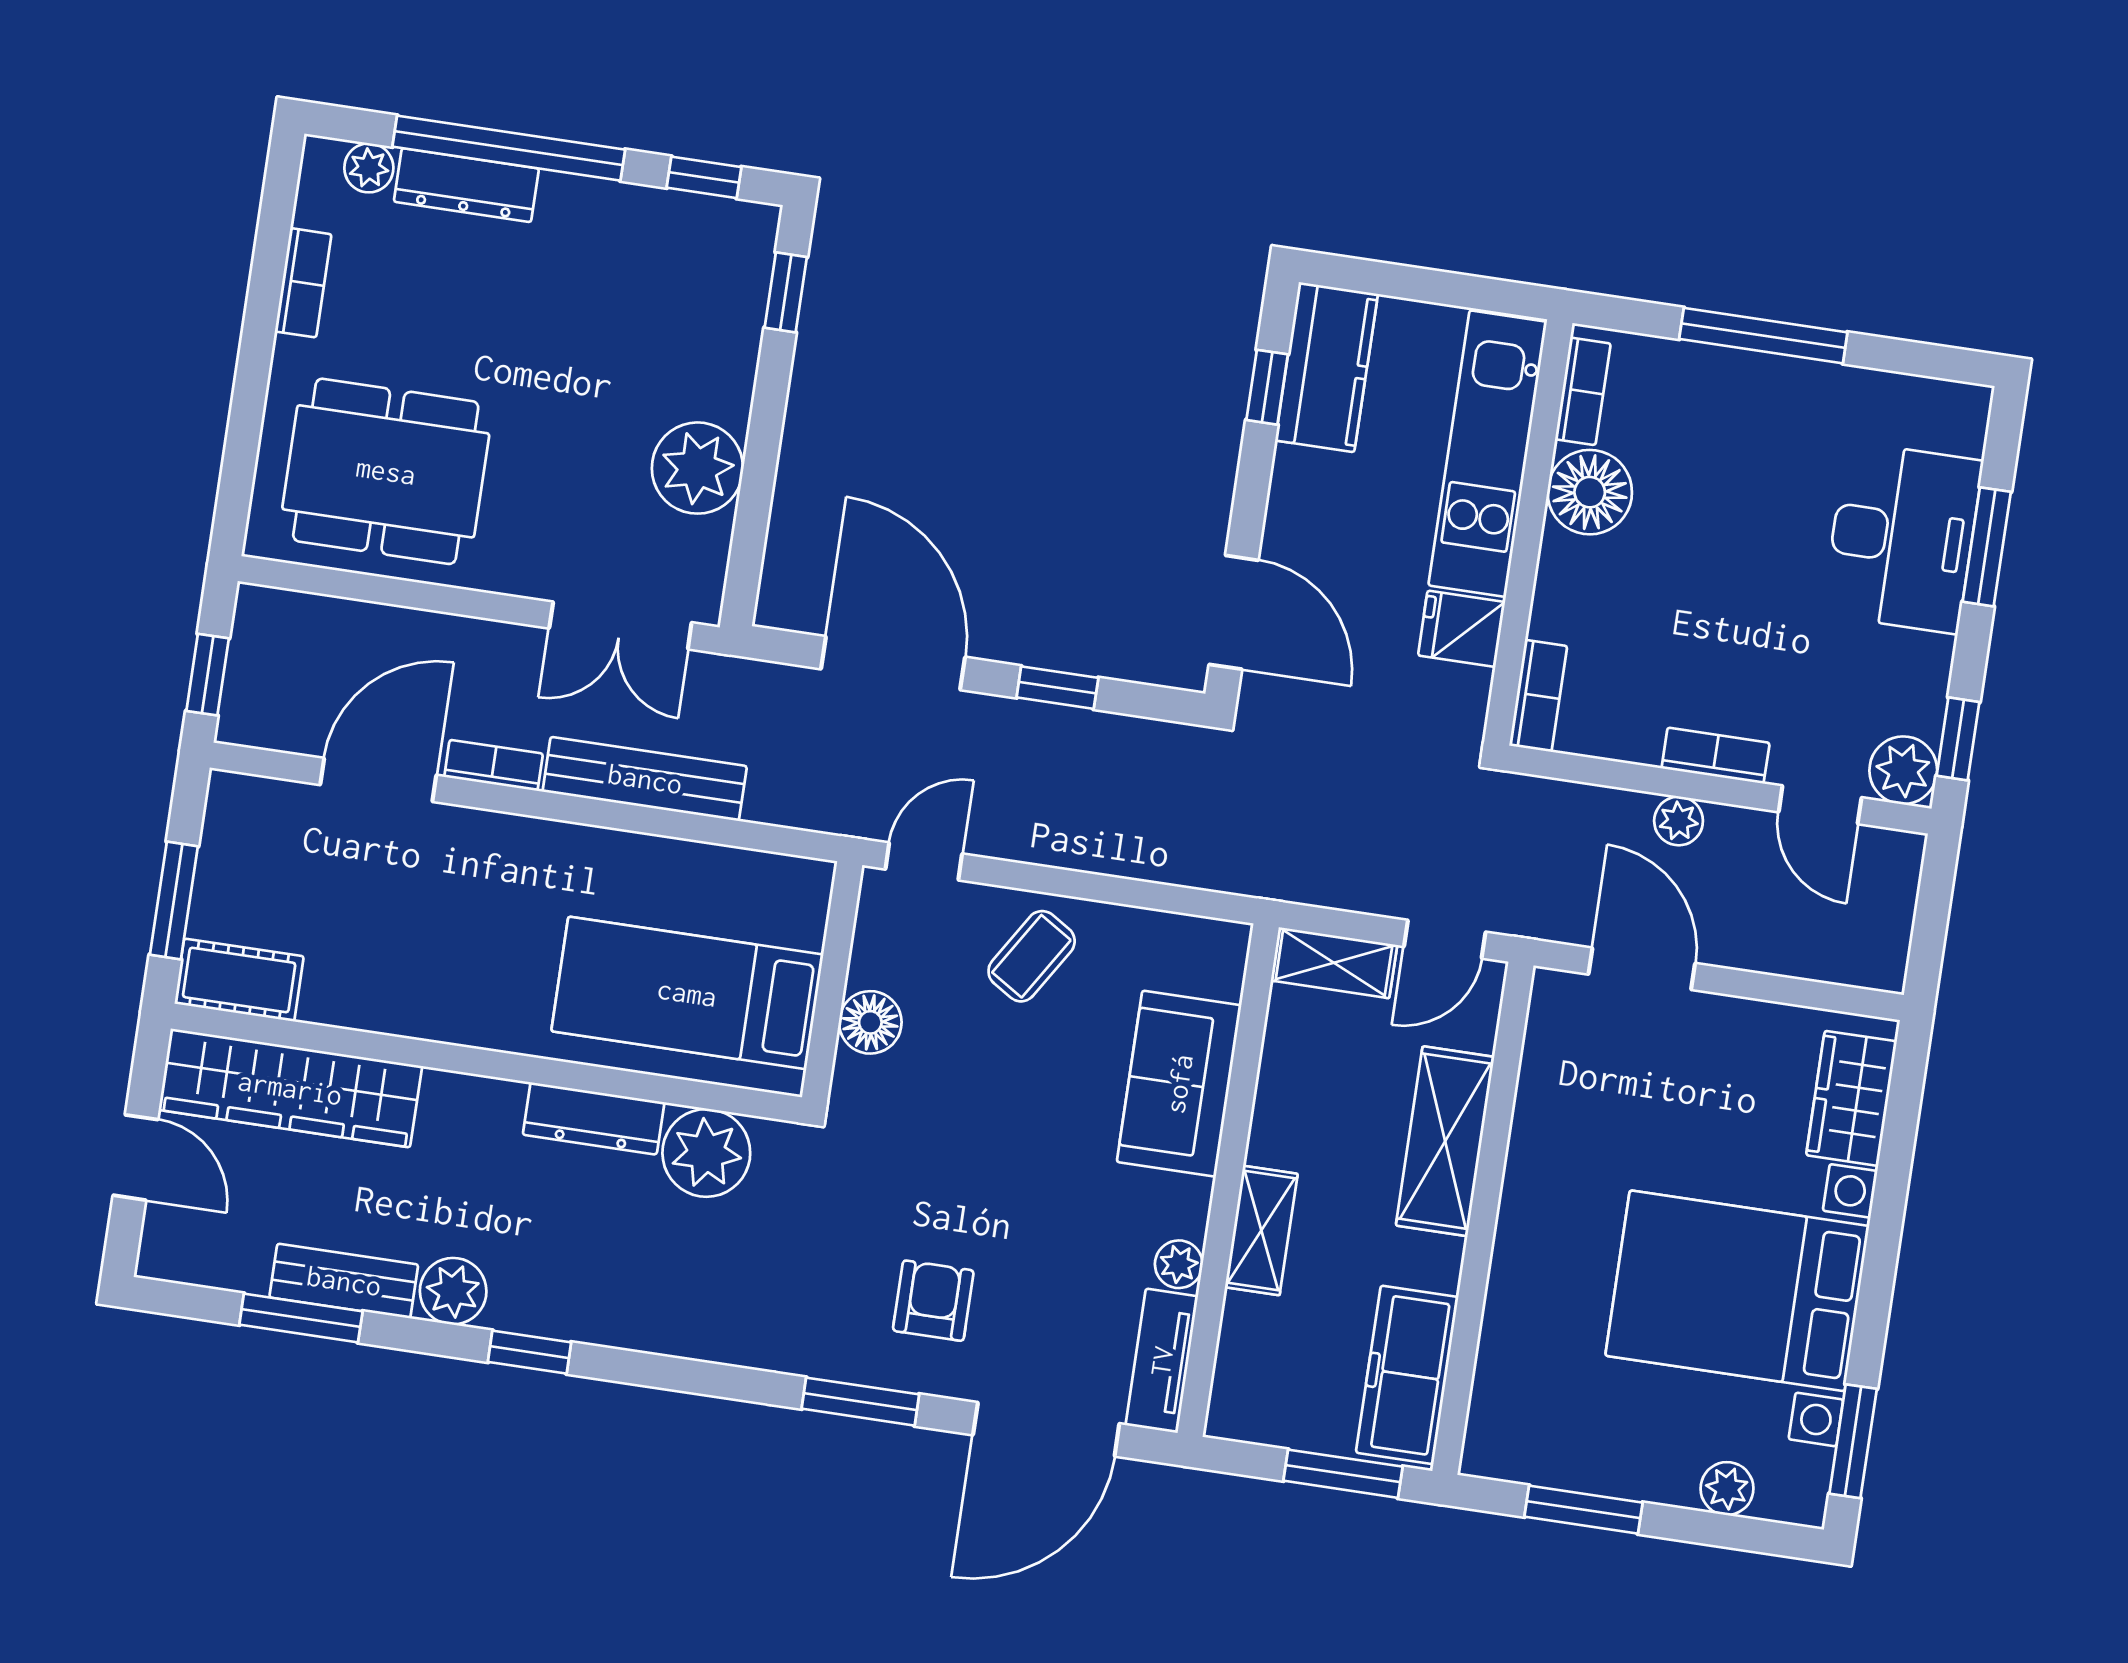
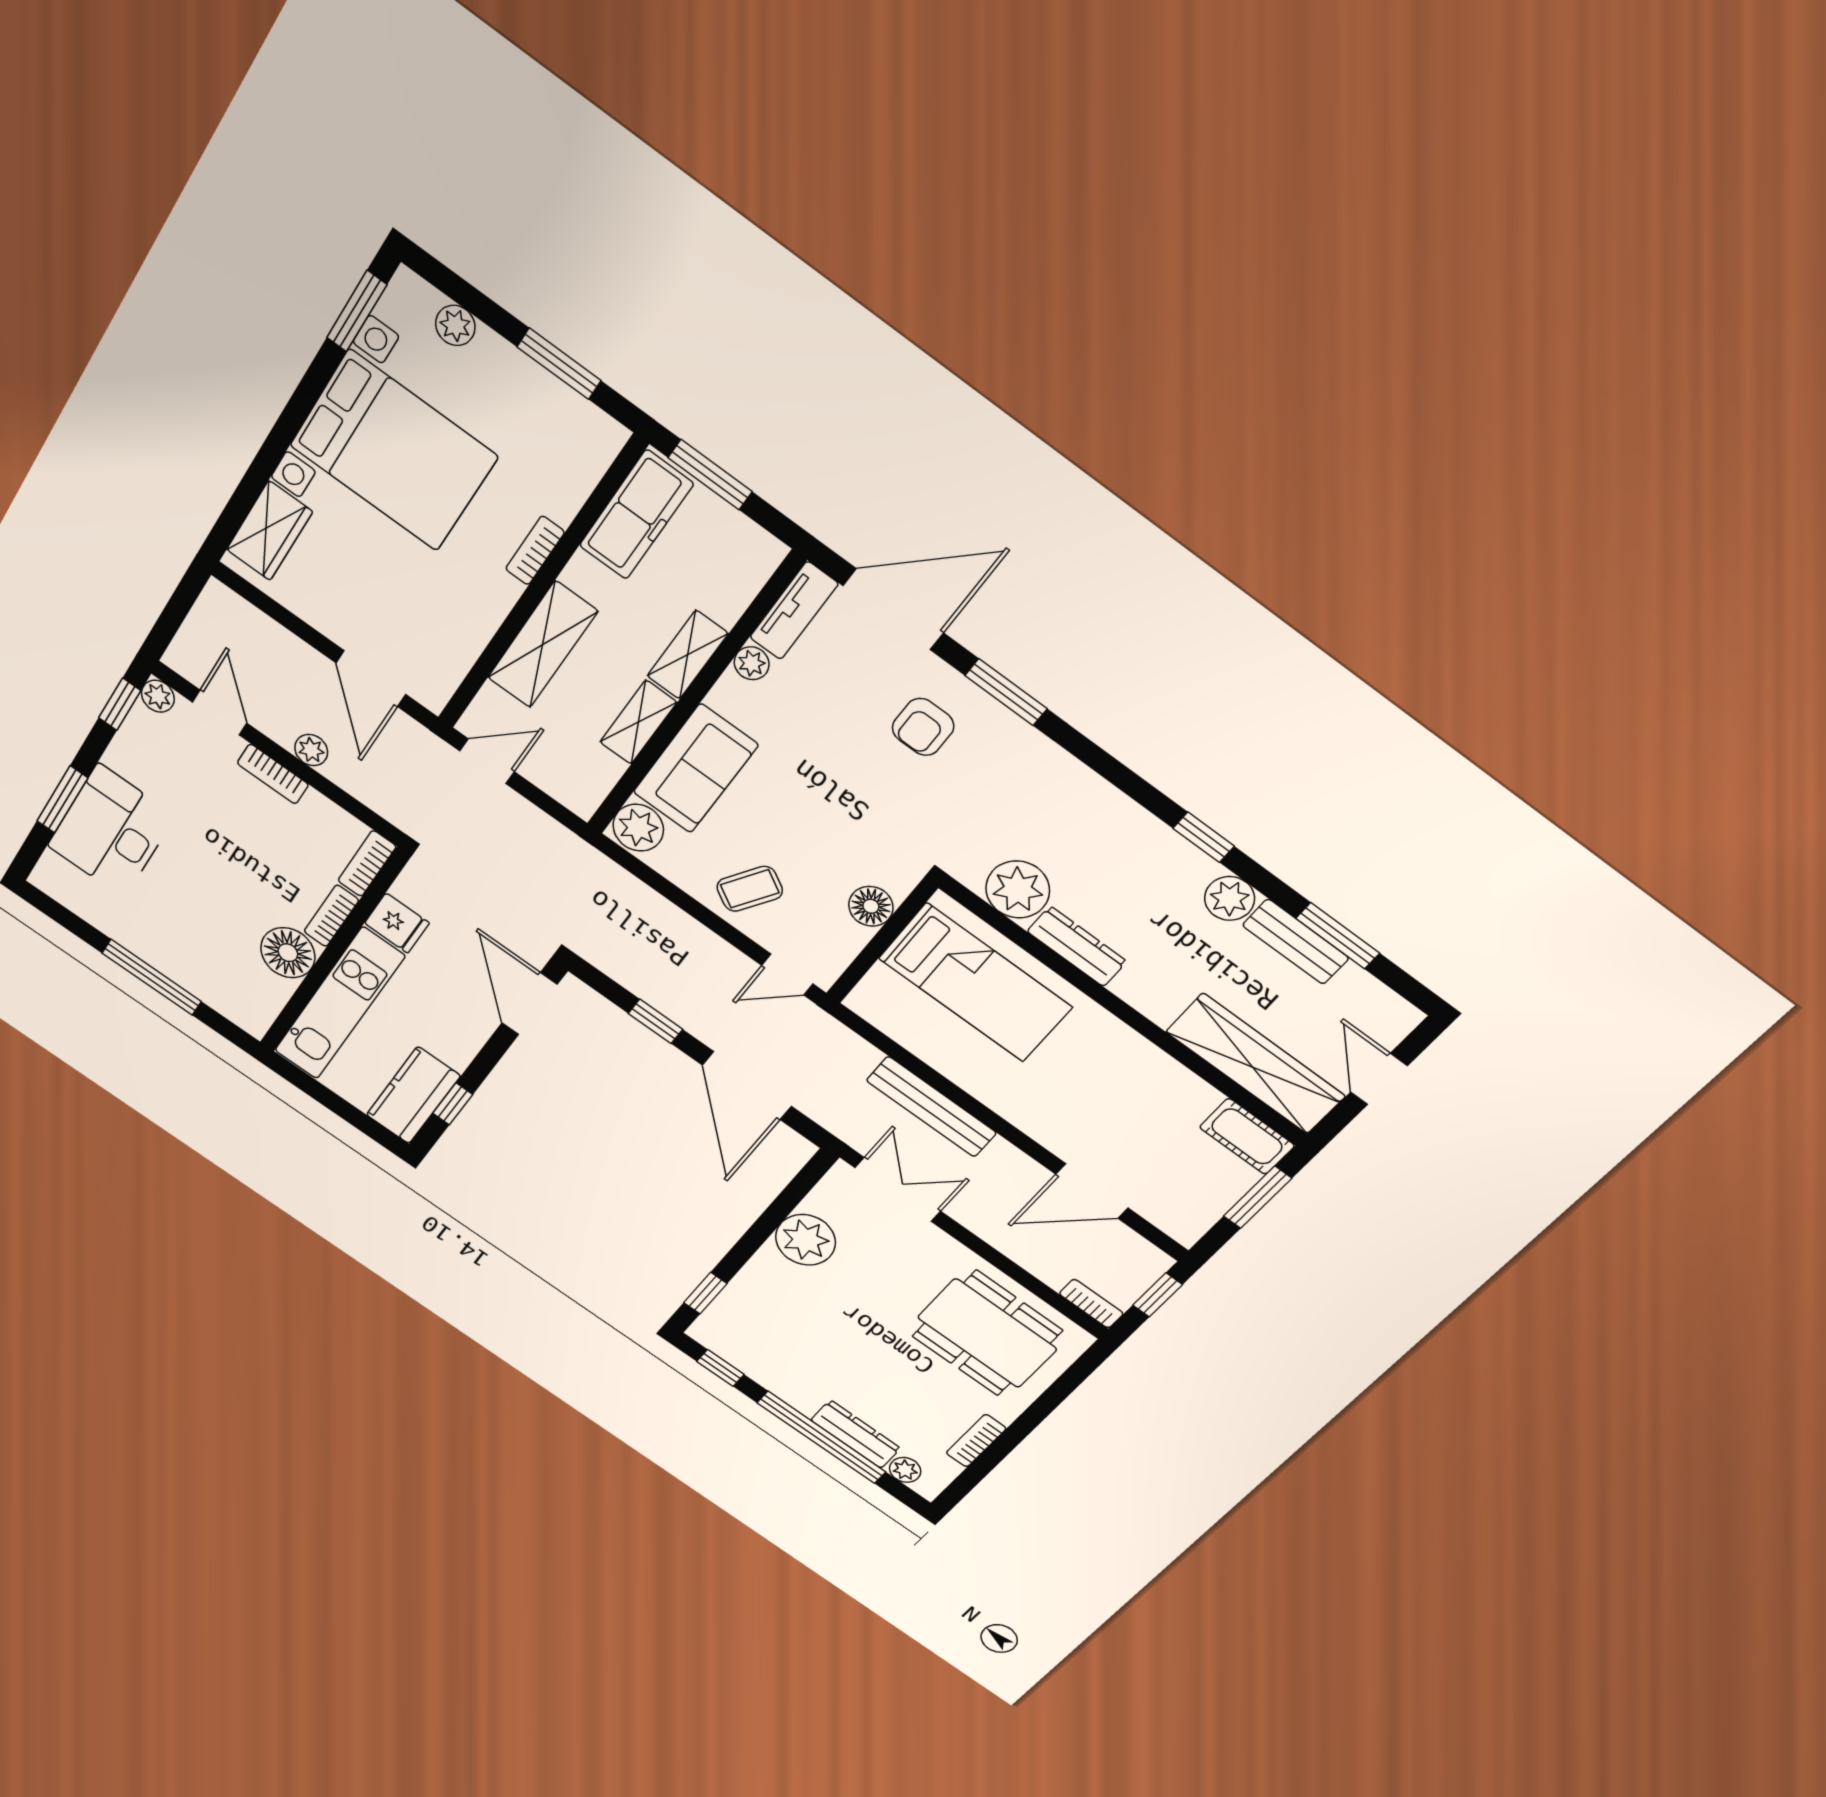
bookcase: (1583, 391) -> (331, 916), moved
bookcase: (494, 765) -> (1091, 1304), moved, turned 180
plant: (1903, 770) -> (158, 696), width x0.73, depth x0.73
plant: (1212, 959) -> (638, 828), added
shelving: (1334, 963) -> (638, 722), moved, turned 90
bookcase: (1509, 1260) -> (535, 550), added

